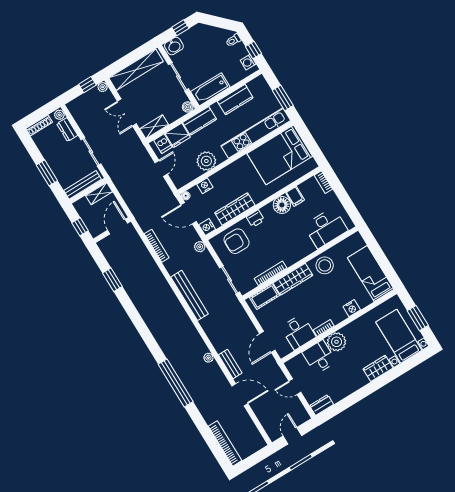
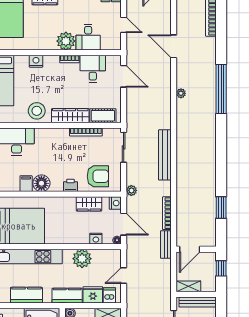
wardrobe: (235, 209) -> (89, 204), width x0.67
door: (267, 342) -> (124, 76), hinge flipped
bench: (230, 364) -> (166, 244), moved

